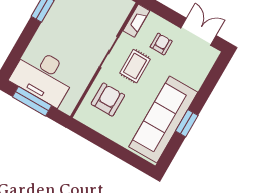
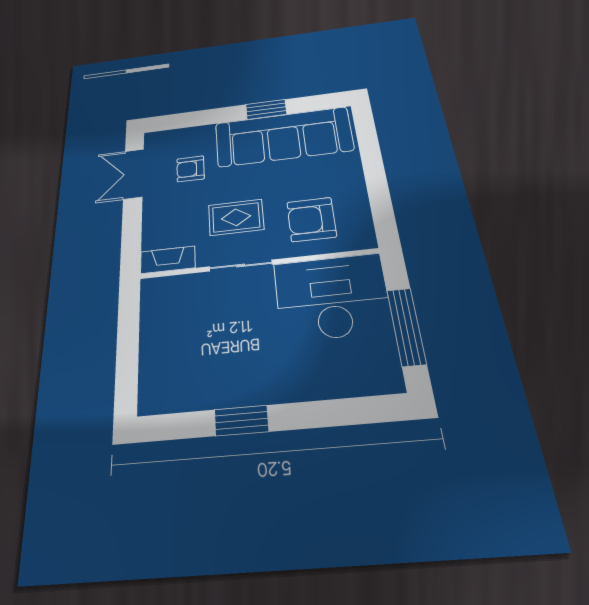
armchair: (161, 44) -> (190, 169), moved
desk: (43, 76) -> (332, 297), moved, turned -90

